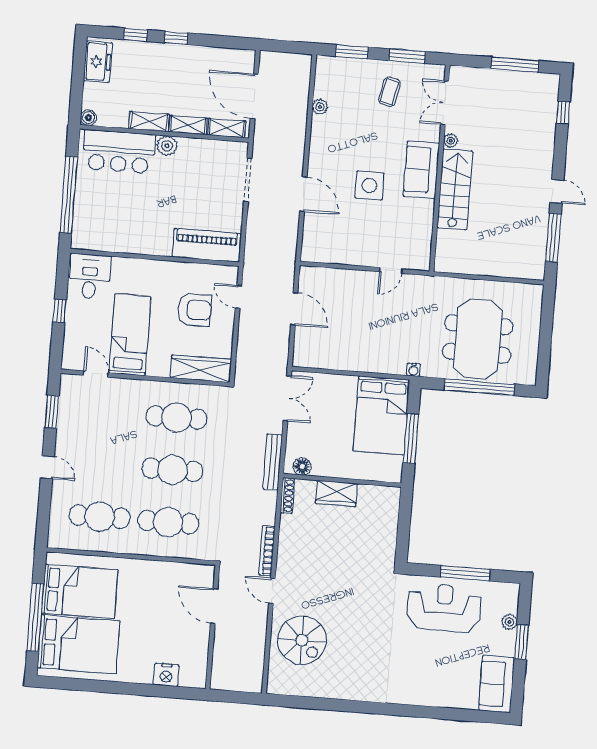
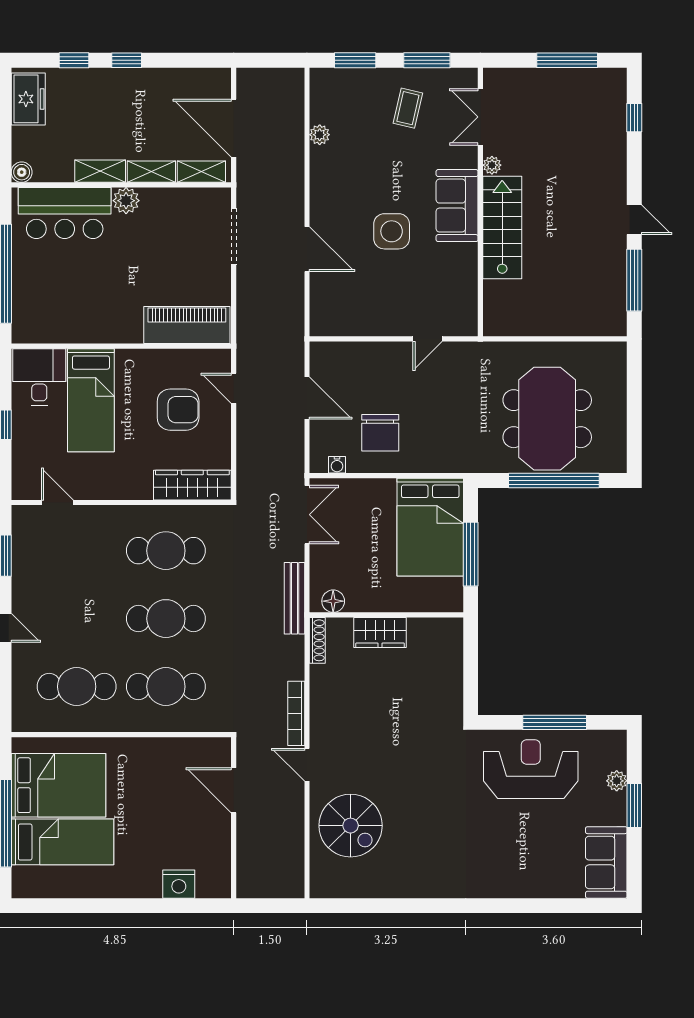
bed: (130, 335) -> (91, 400), moved, turned 180
chair: (349, 340) -> (380, 433), added
water cooler: (414, 370) -> (337, 465), moved
bed: (79, 644) -> (62, 842), width x0.67

